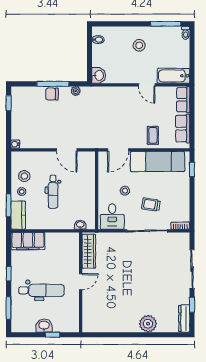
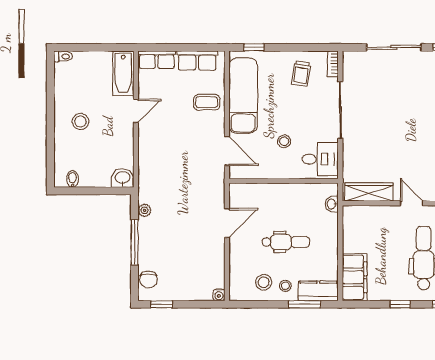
window: (166, 24) -> (50, 84), removed
chair: (52, 94) -> (148, 280), moved
trolley: (151, 205) -> (301, 74), moved

